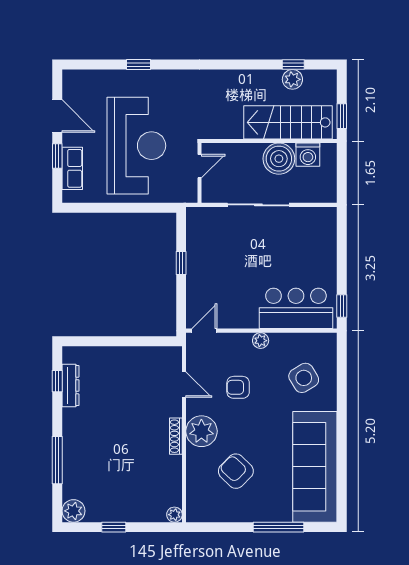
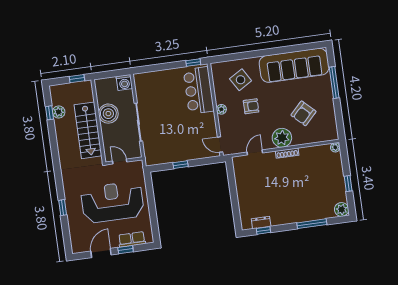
stairs: (288, 122) -> (88, 130), moved
washing machine: (308, 155) -> (124, 82), moved, turned 90
dresser: (70, 386) -> (261, 223), width x0.70
armchair: (238, 387) -> (251, 106), moved, turned -90

